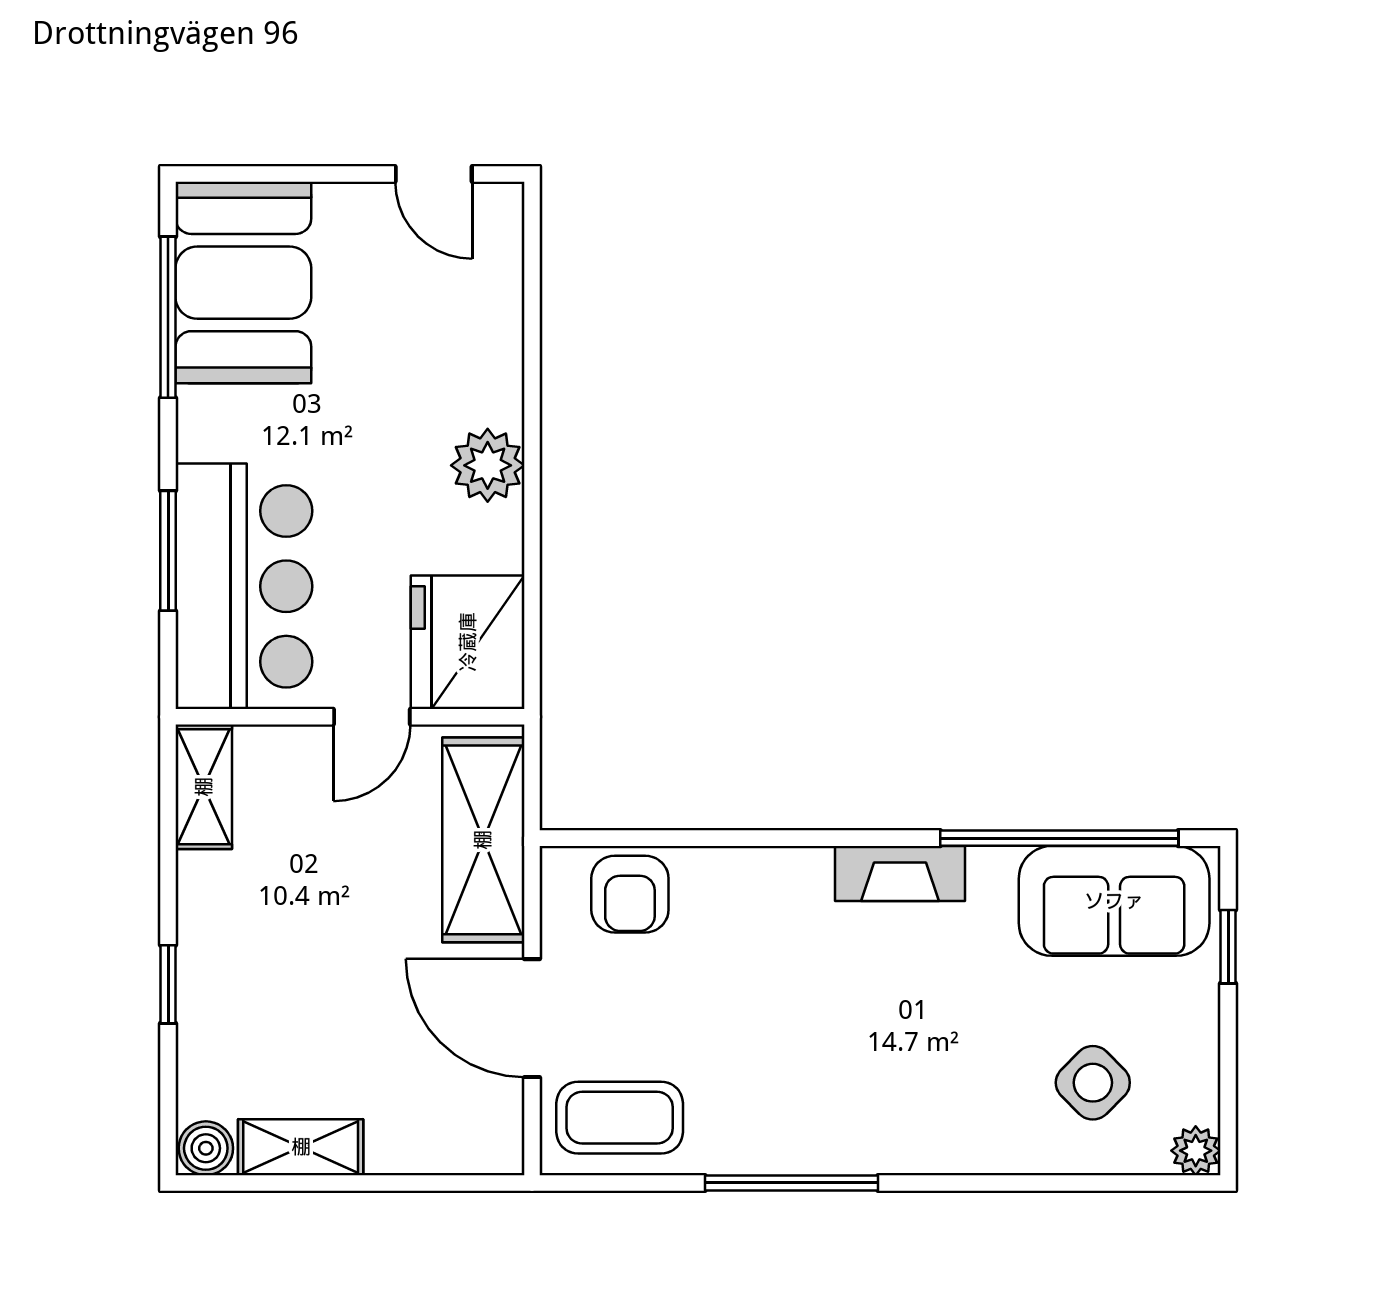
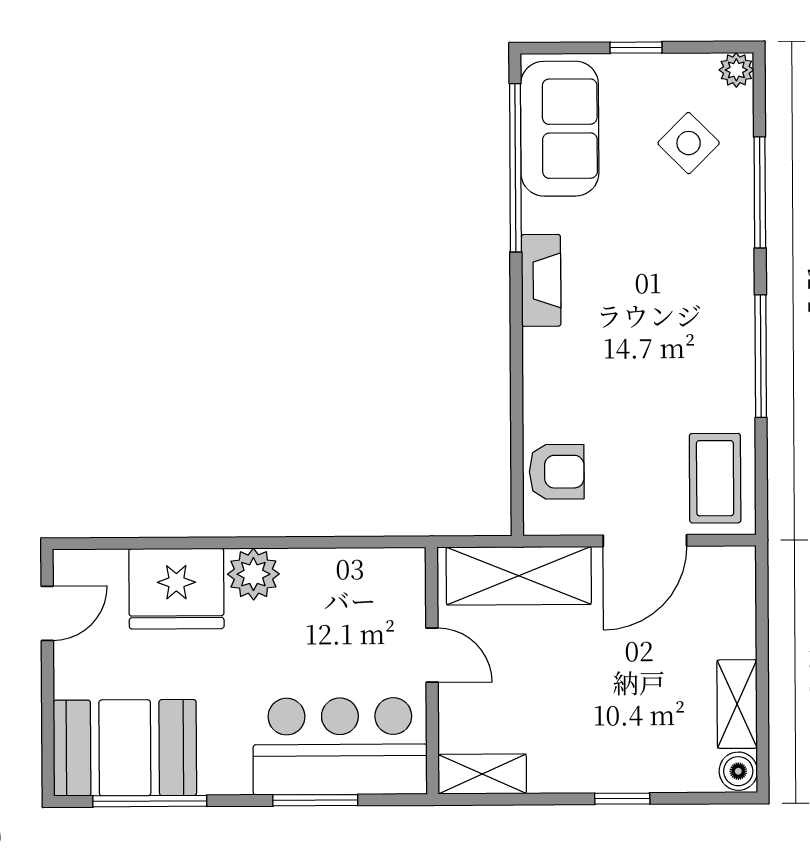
fridge: (468, 642) -> (176, 589), moved
window: (1228, 947) -> (636, 48), moved
window: (1023, 1183) -> (760, 192), added

